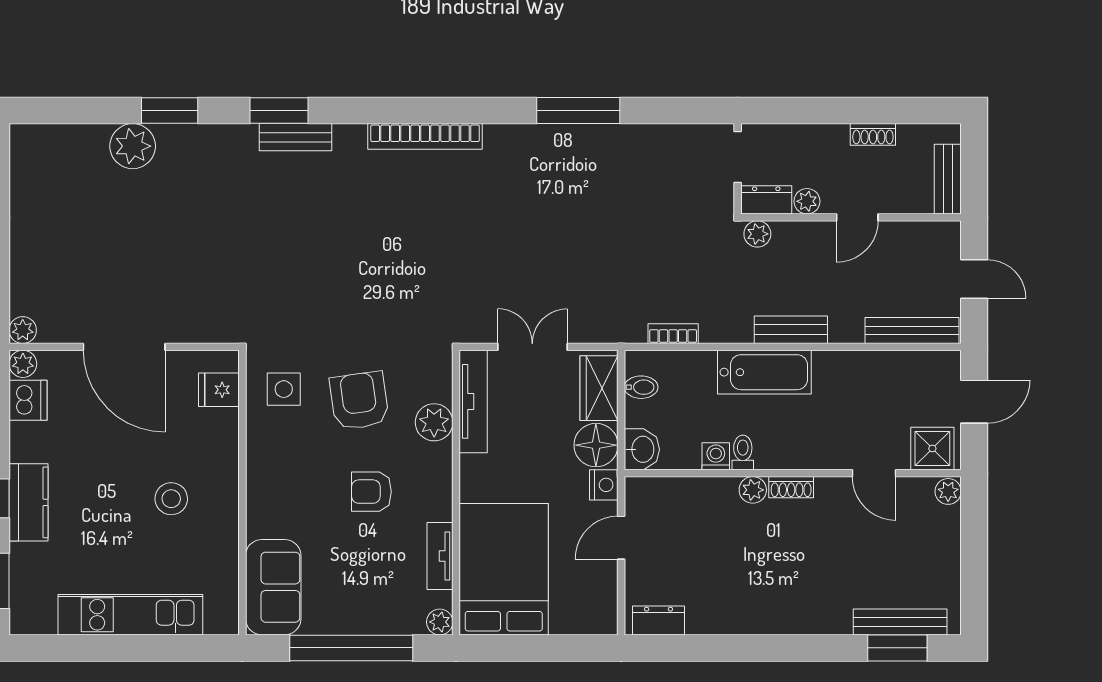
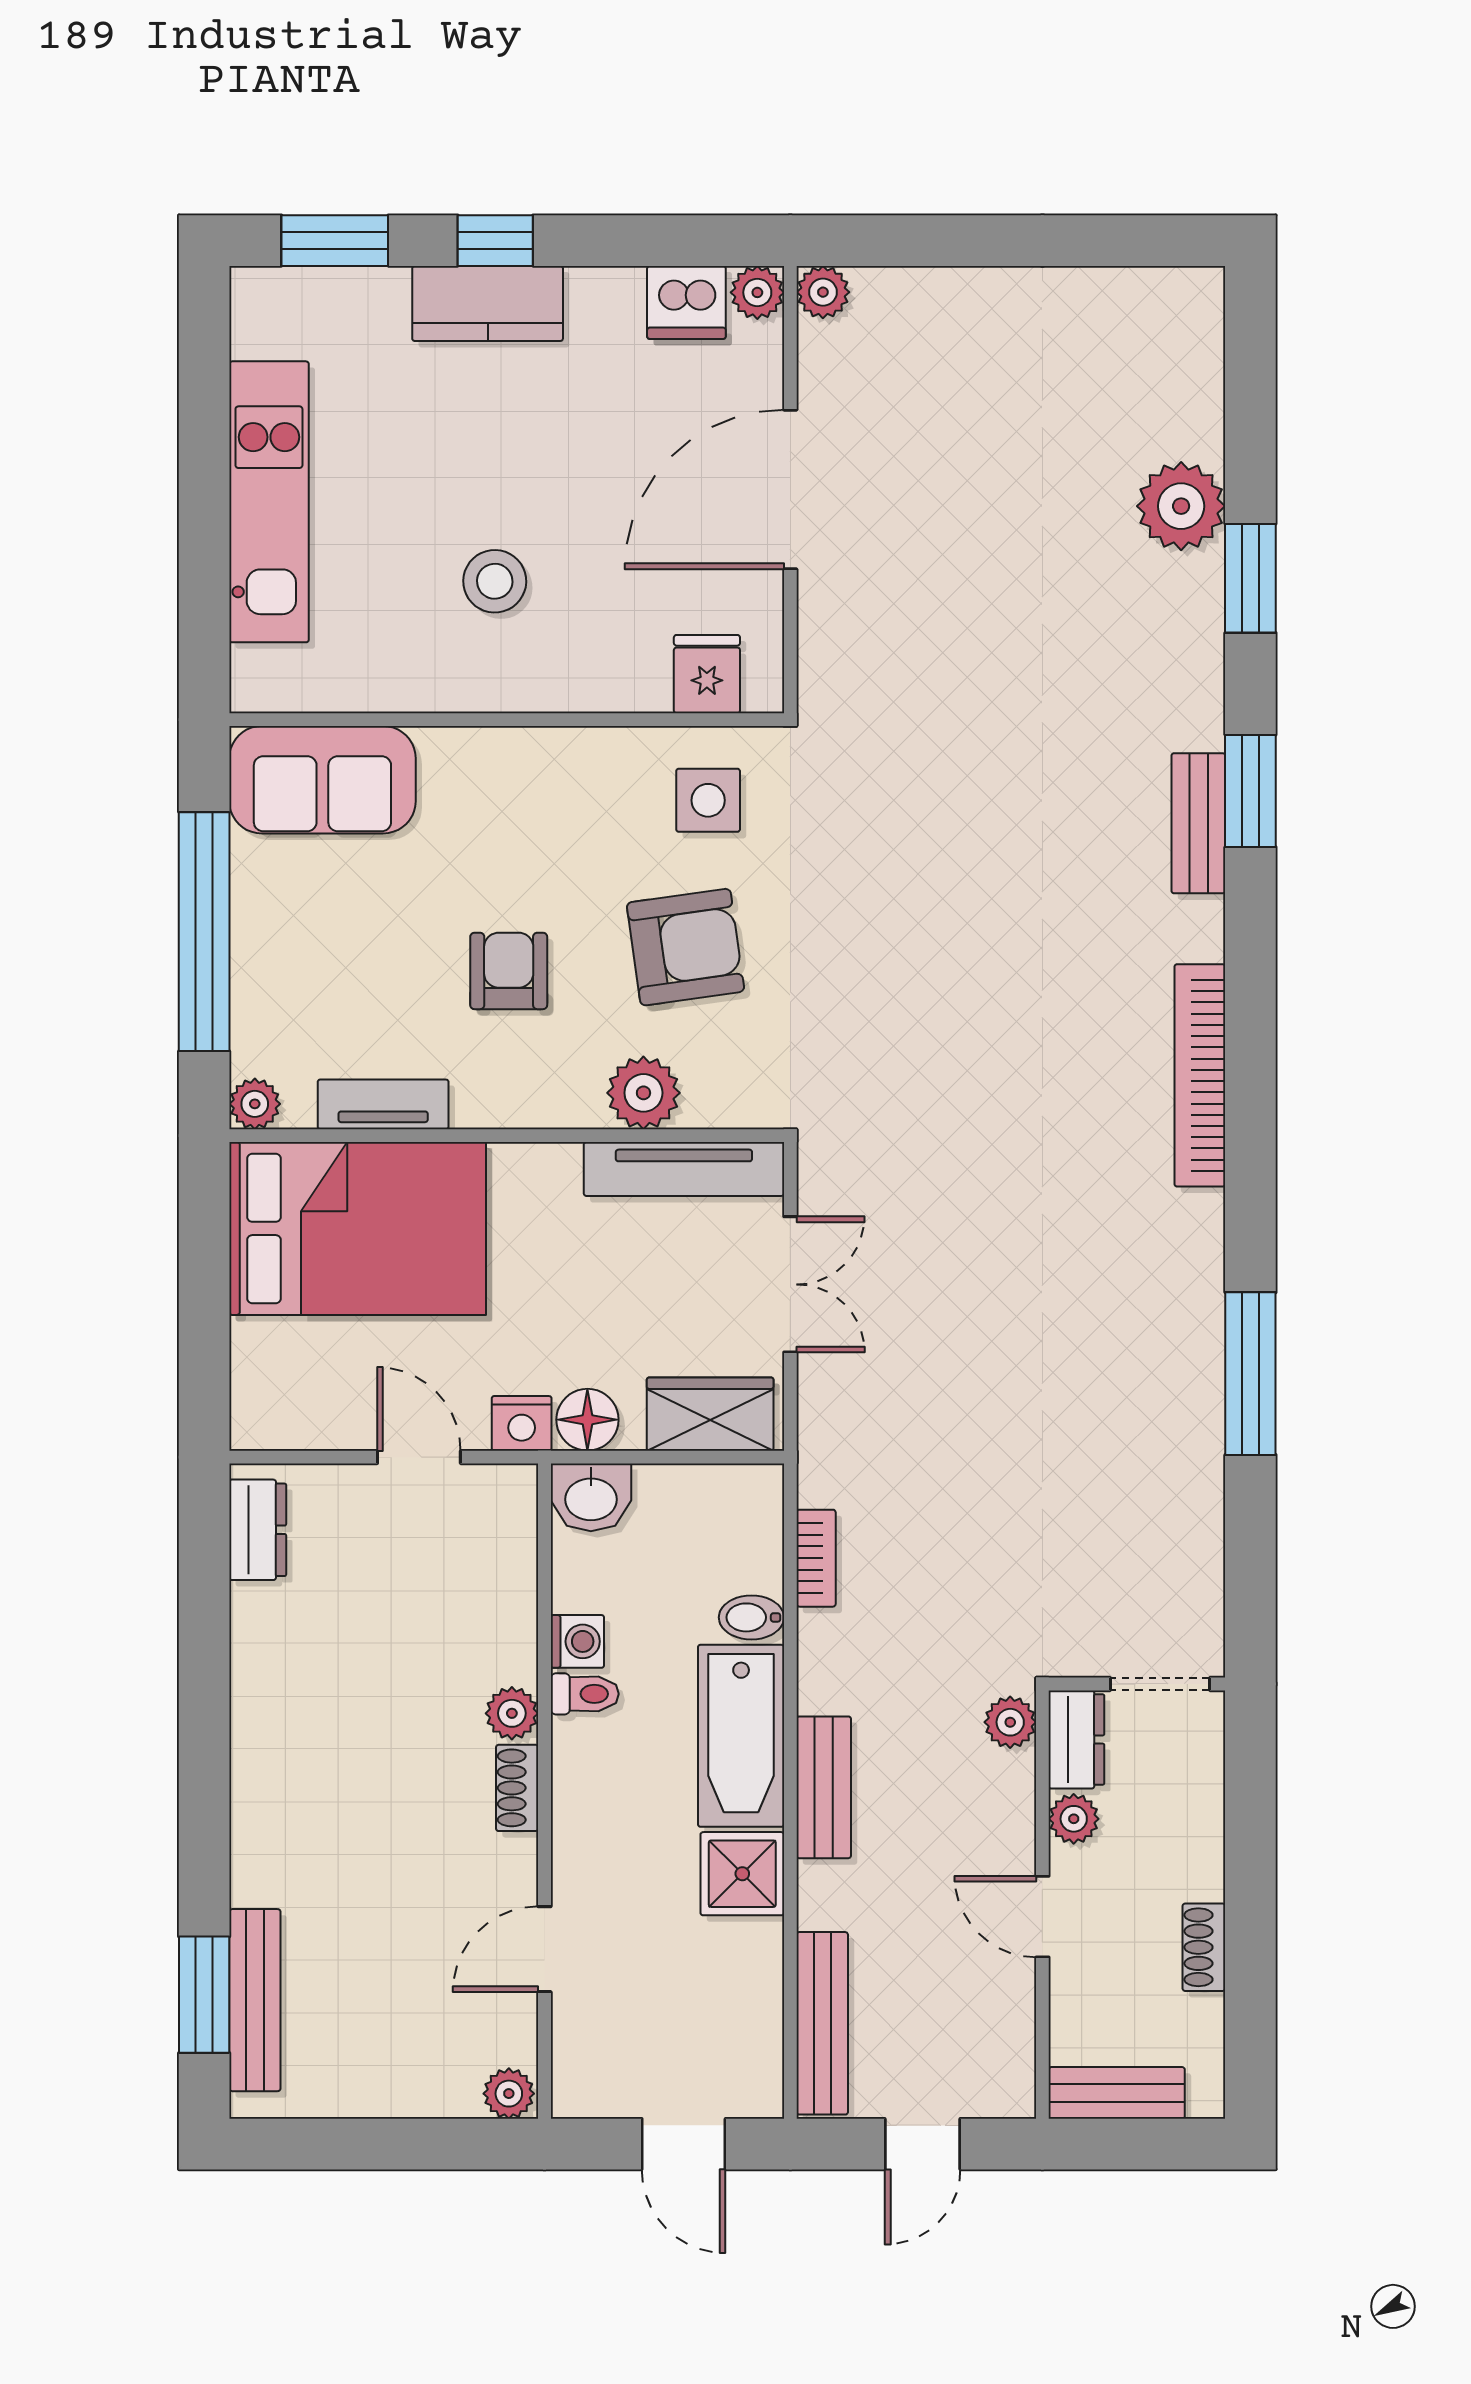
bidet: (641, 387) -> (751, 1617), moved, turned 90
floor lamp: (596, 445) -> (587, 1420), width x0.73, depth x0.73
shower: (932, 448) -> (742, 1874), moved

